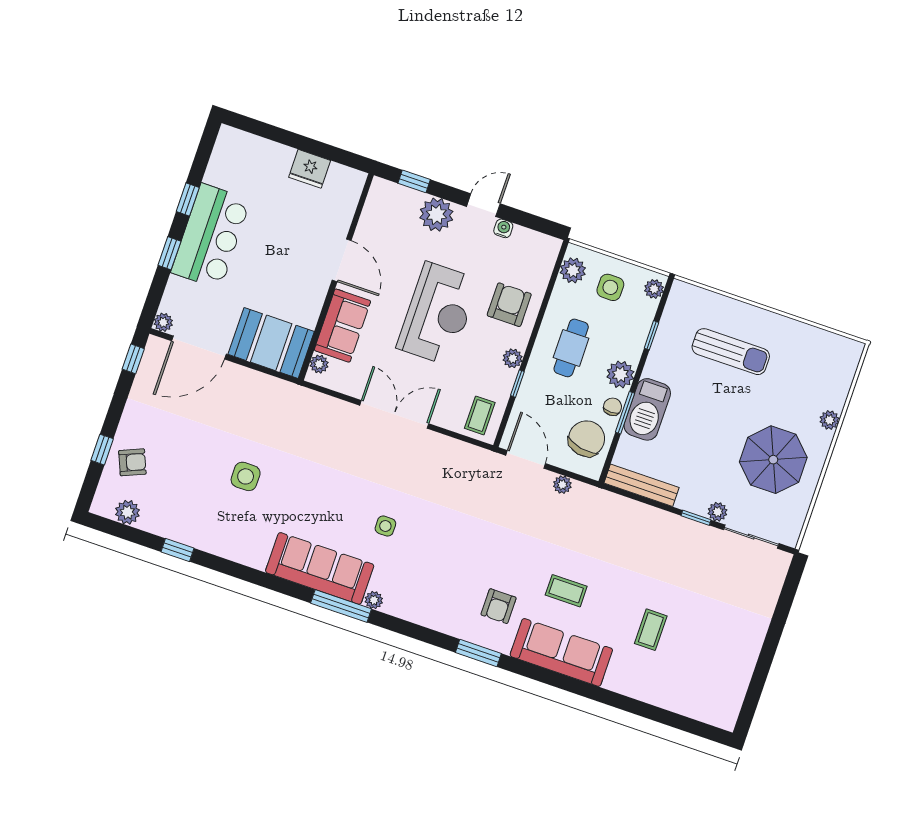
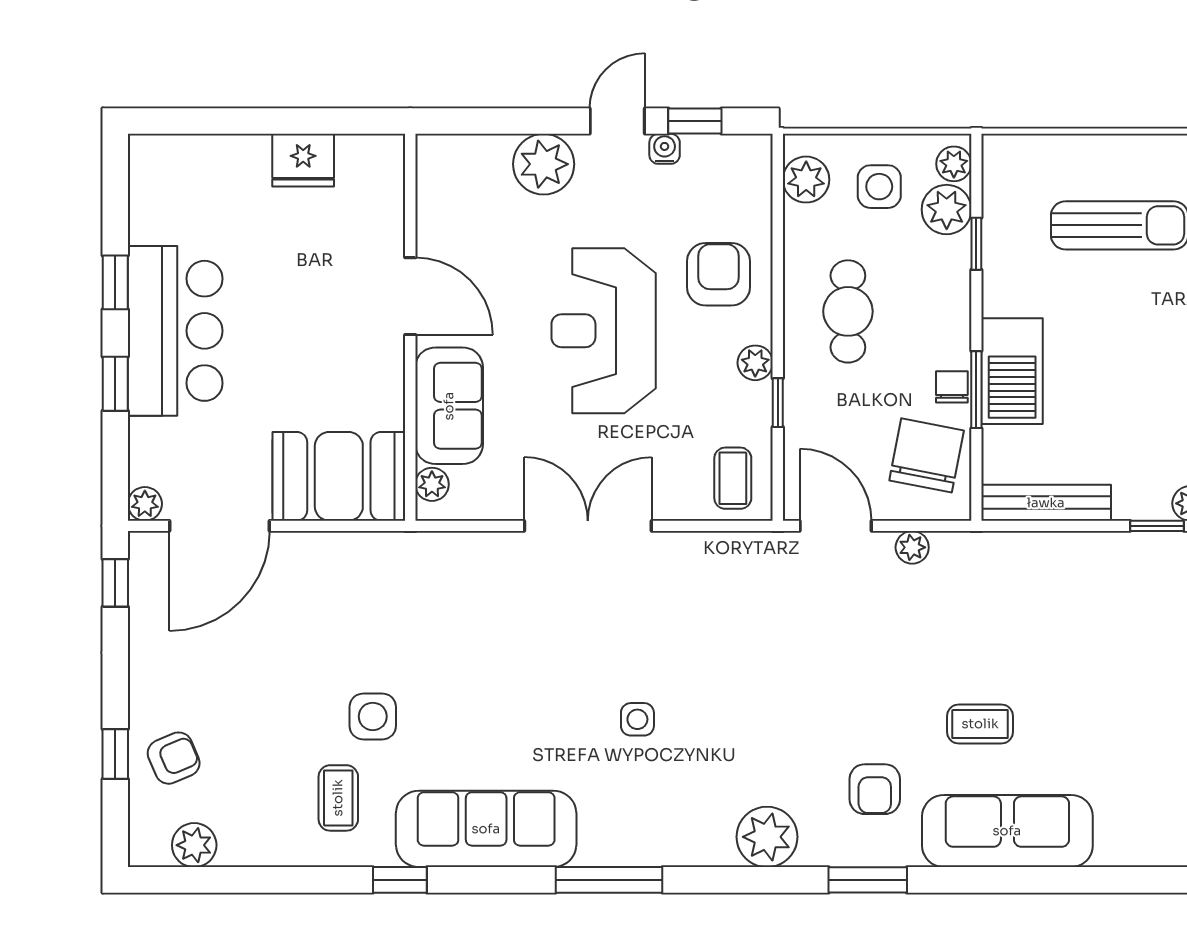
window: (414, 181) -> (695, 121), moved
reception desk: (438, 314) -> (604, 331), turned 180
plant: (620, 374) -> (947, 210), moved
window: (178, 550) -> (400, 880), moved
sofa: (320, 568) -> (486, 829), moved
plant: (374, 600) -> (767, 837), moved, width x1.88, depth x1.88
coffee table: (651, 630) -> (338, 798), moved

